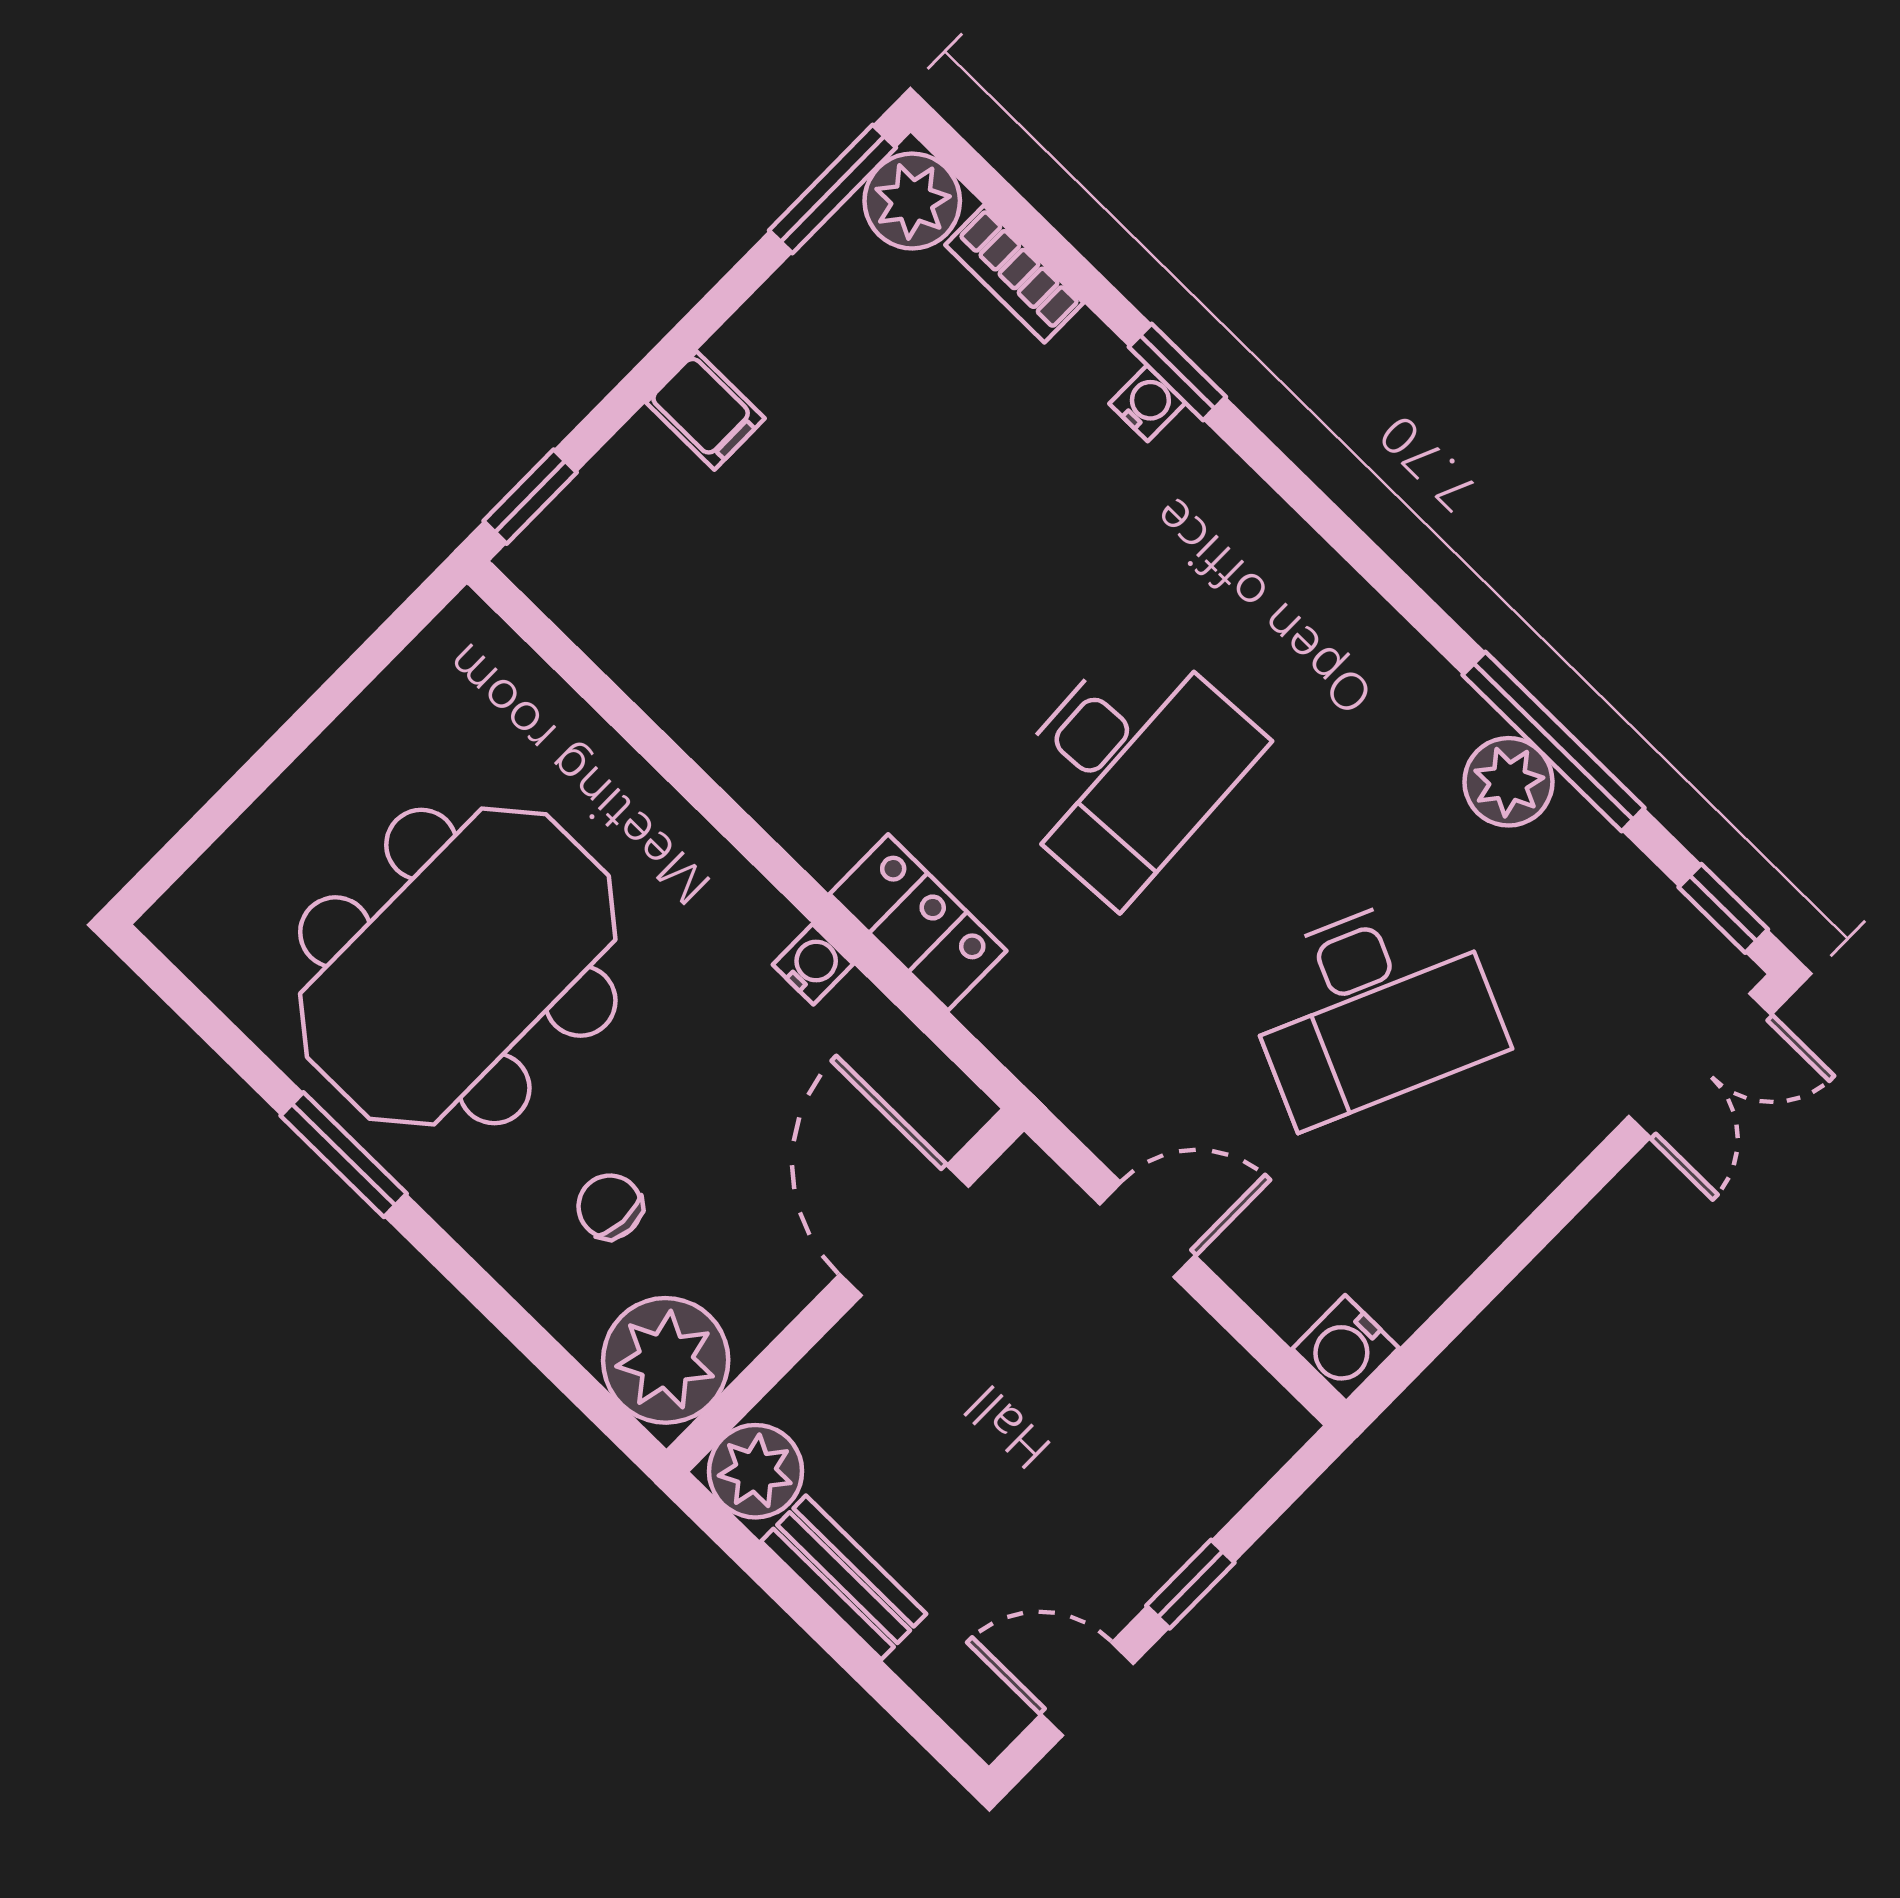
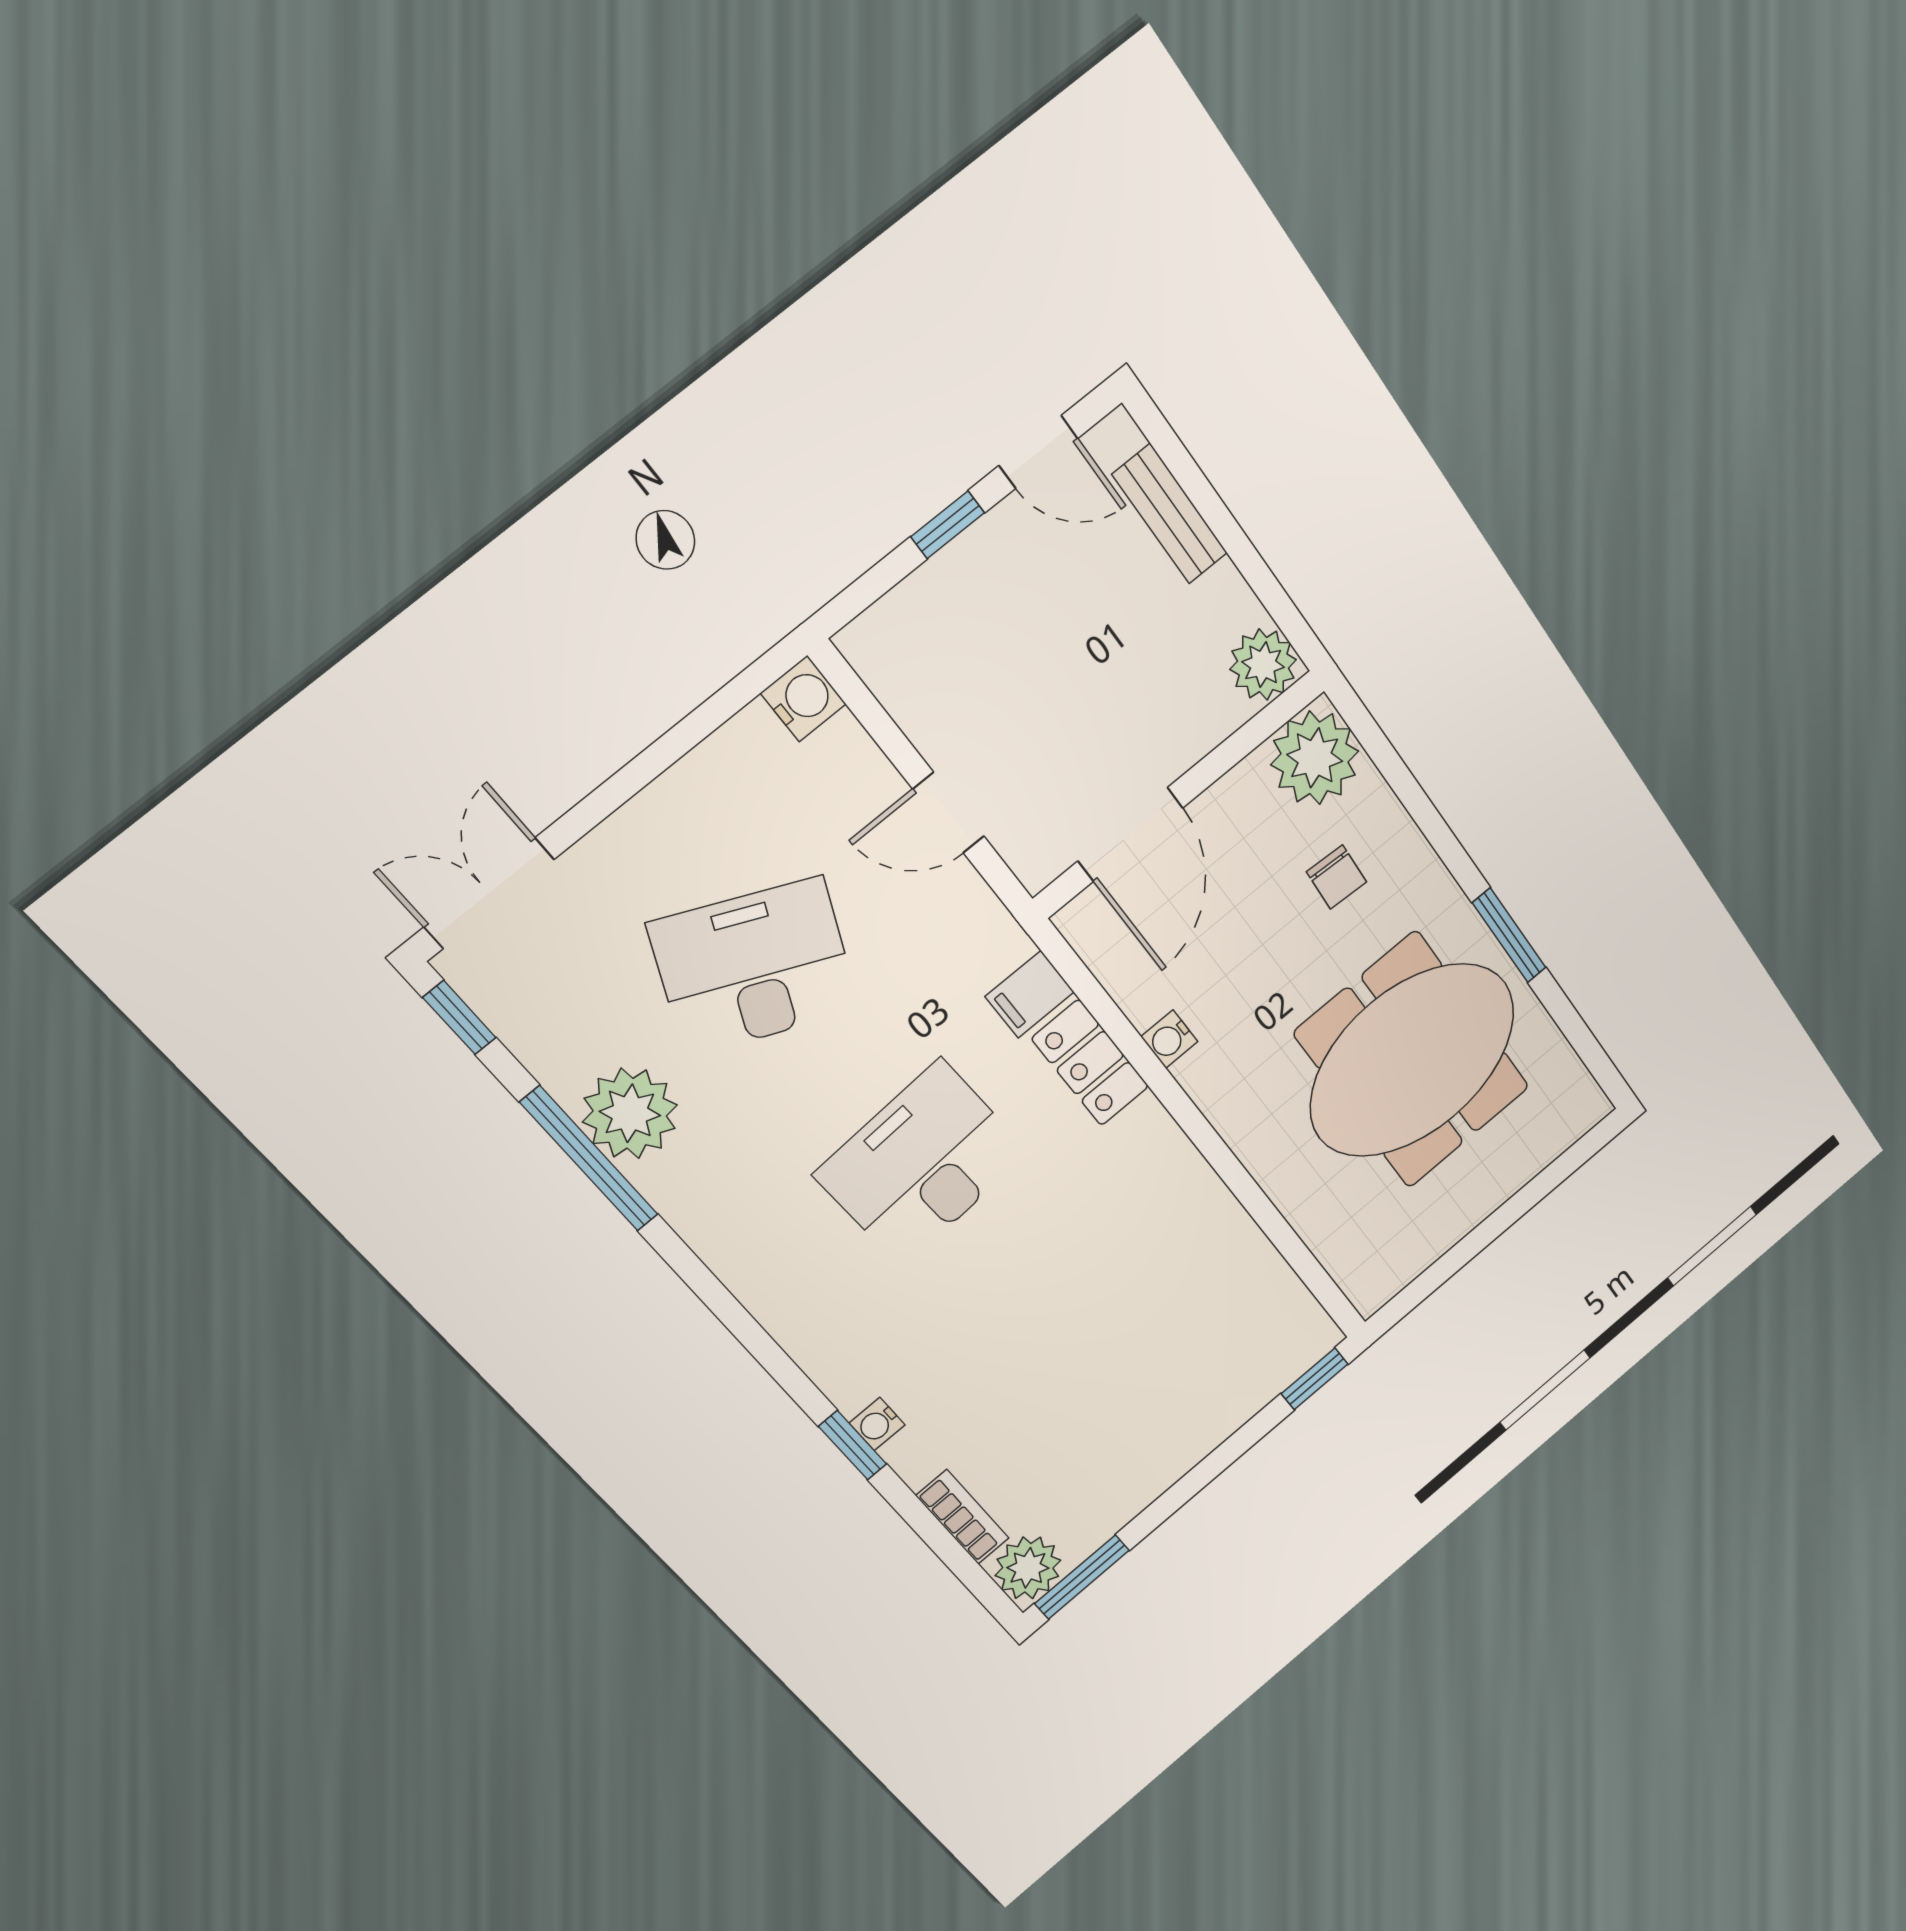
filing cabinet: (705, 410) -> (1030, 994), moved, turned -90
plant: (1508, 782) -> (630, 1113), width x1.36, depth x1.36
bench: (844, 1578) -> (1170, 514), moved

